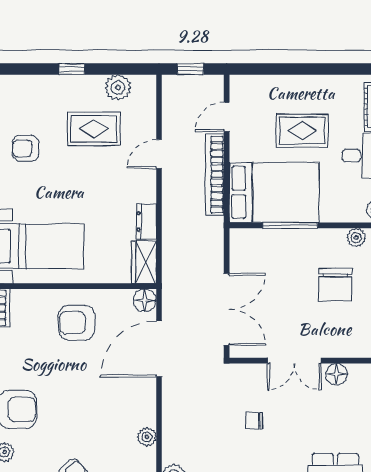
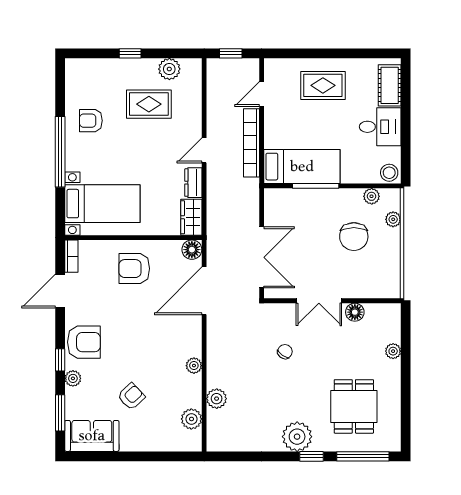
rug: (302, 131) -> (323, 85), moved
door: (159, 154) -> (204, 150), moved
bed: (274, 192) -> (302, 167), width x0.67
chair: (254, 420) -> (285, 352), turned 126

